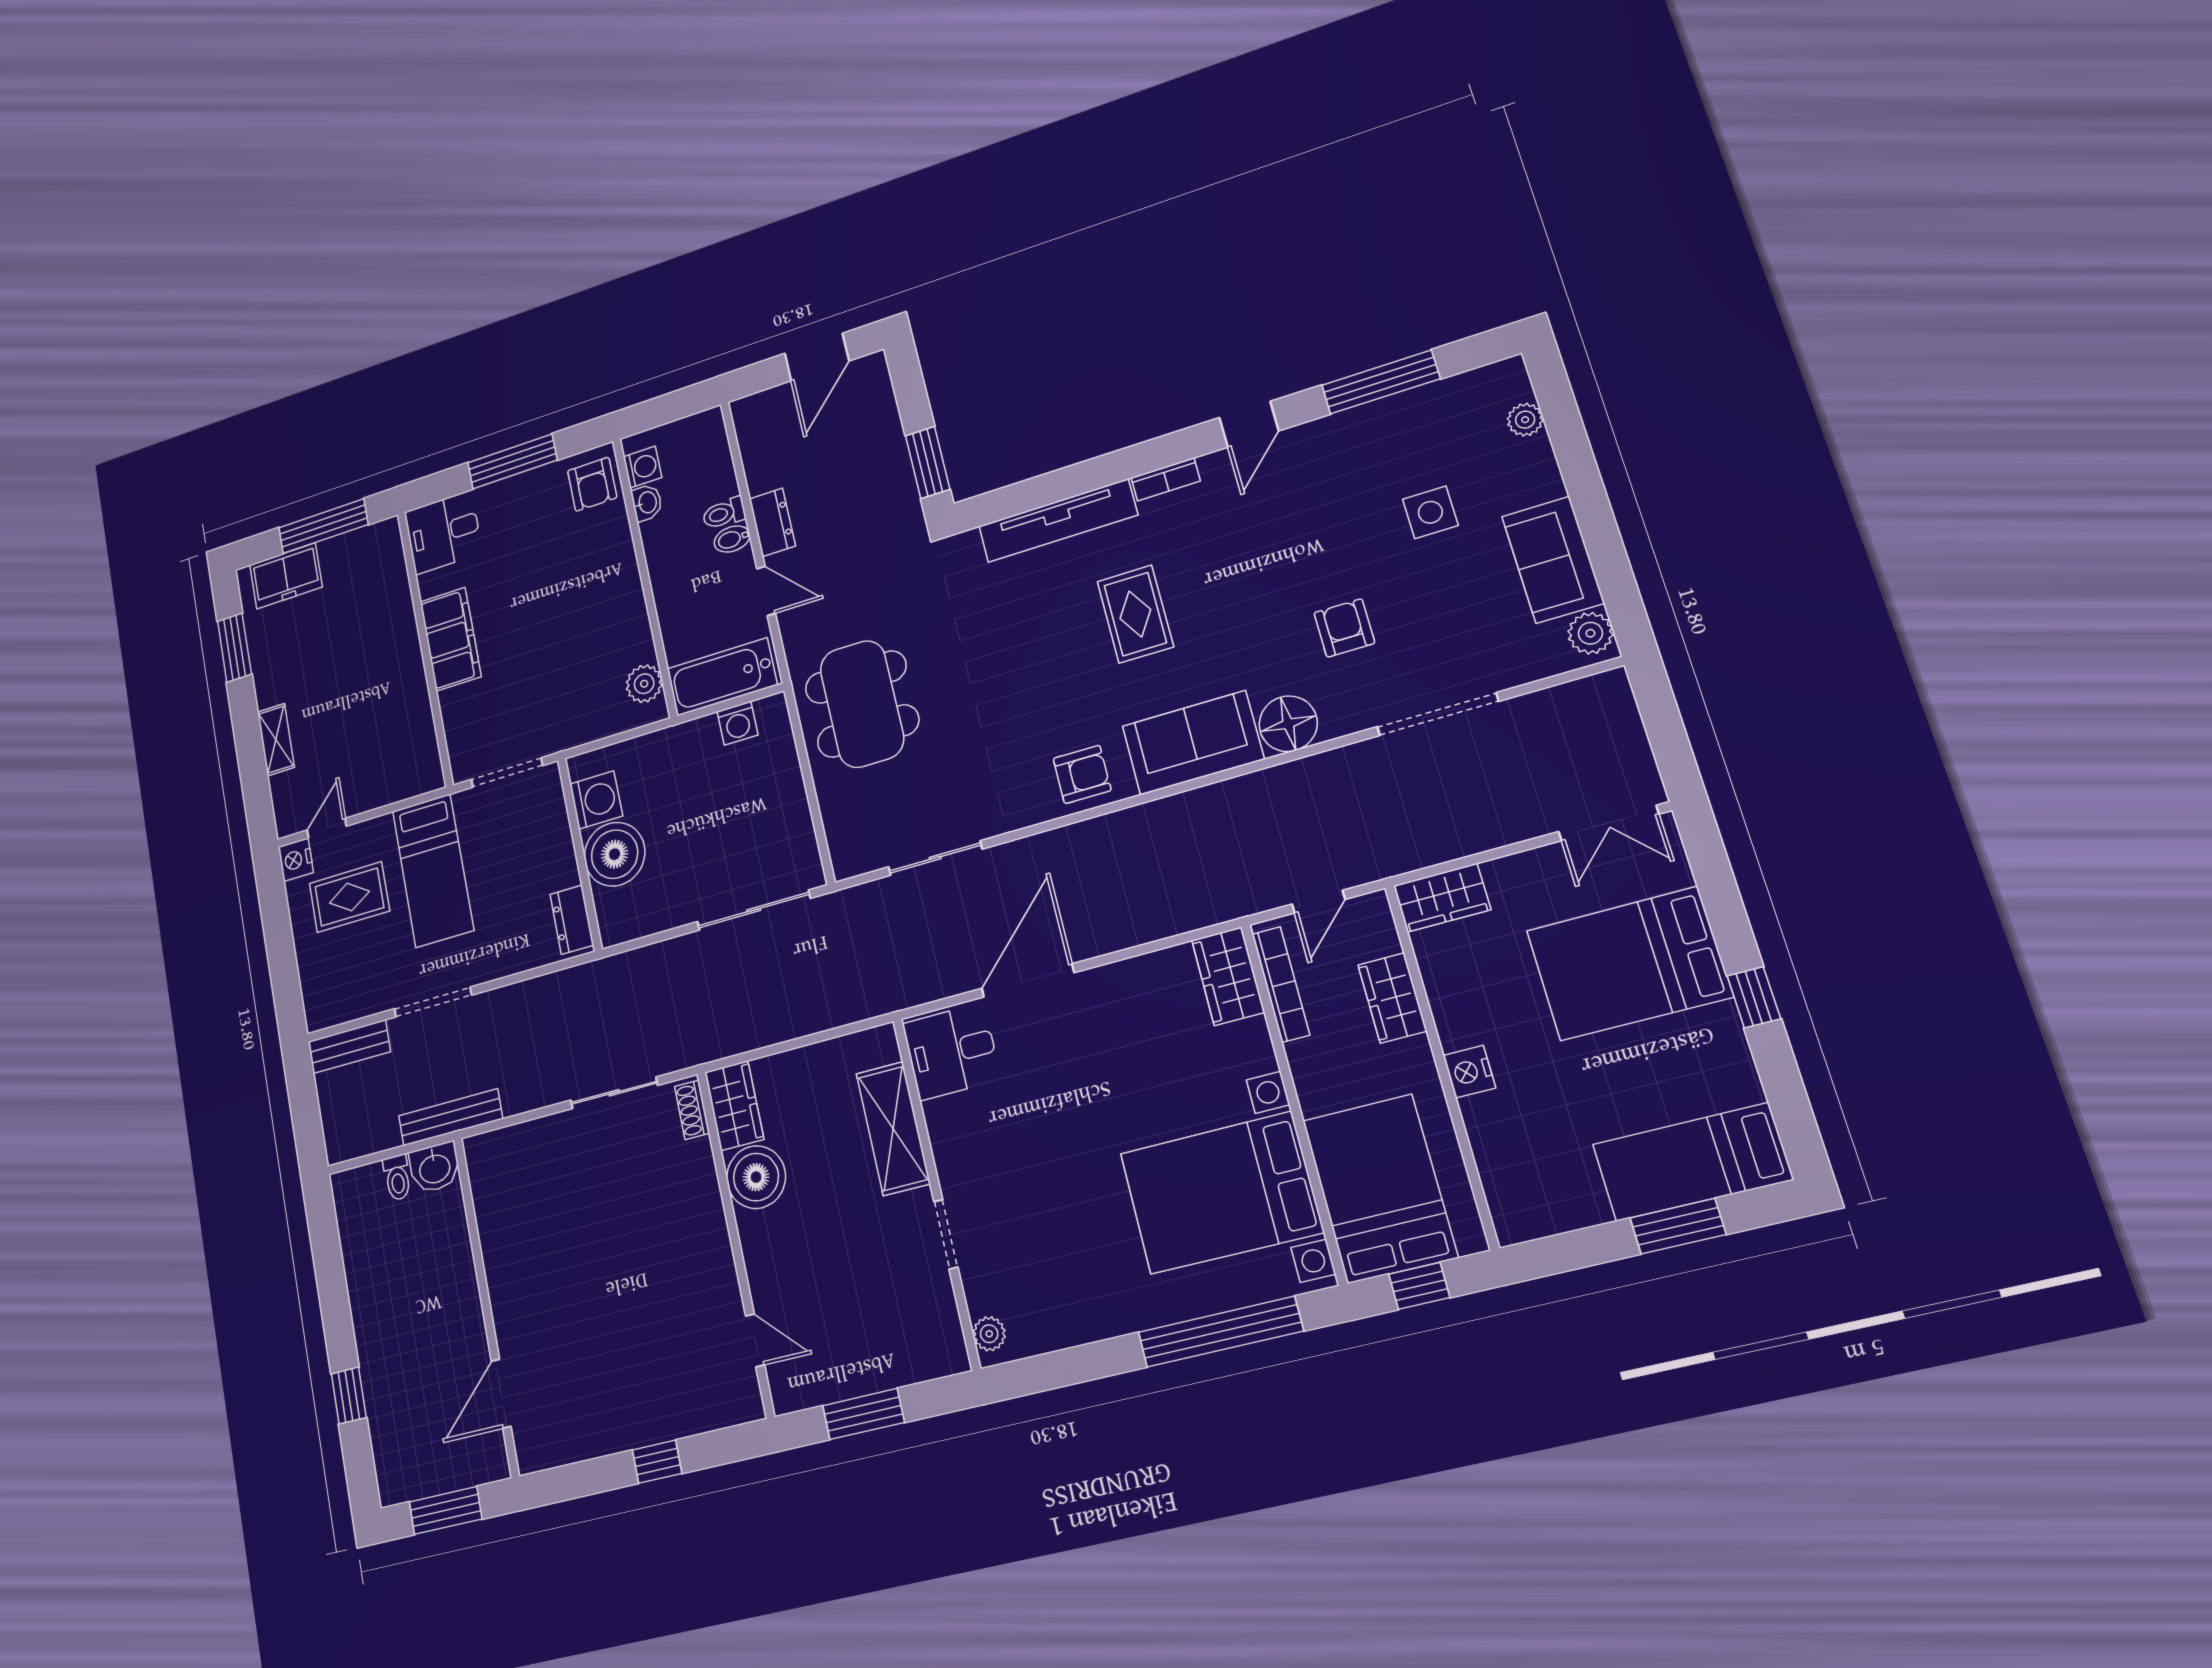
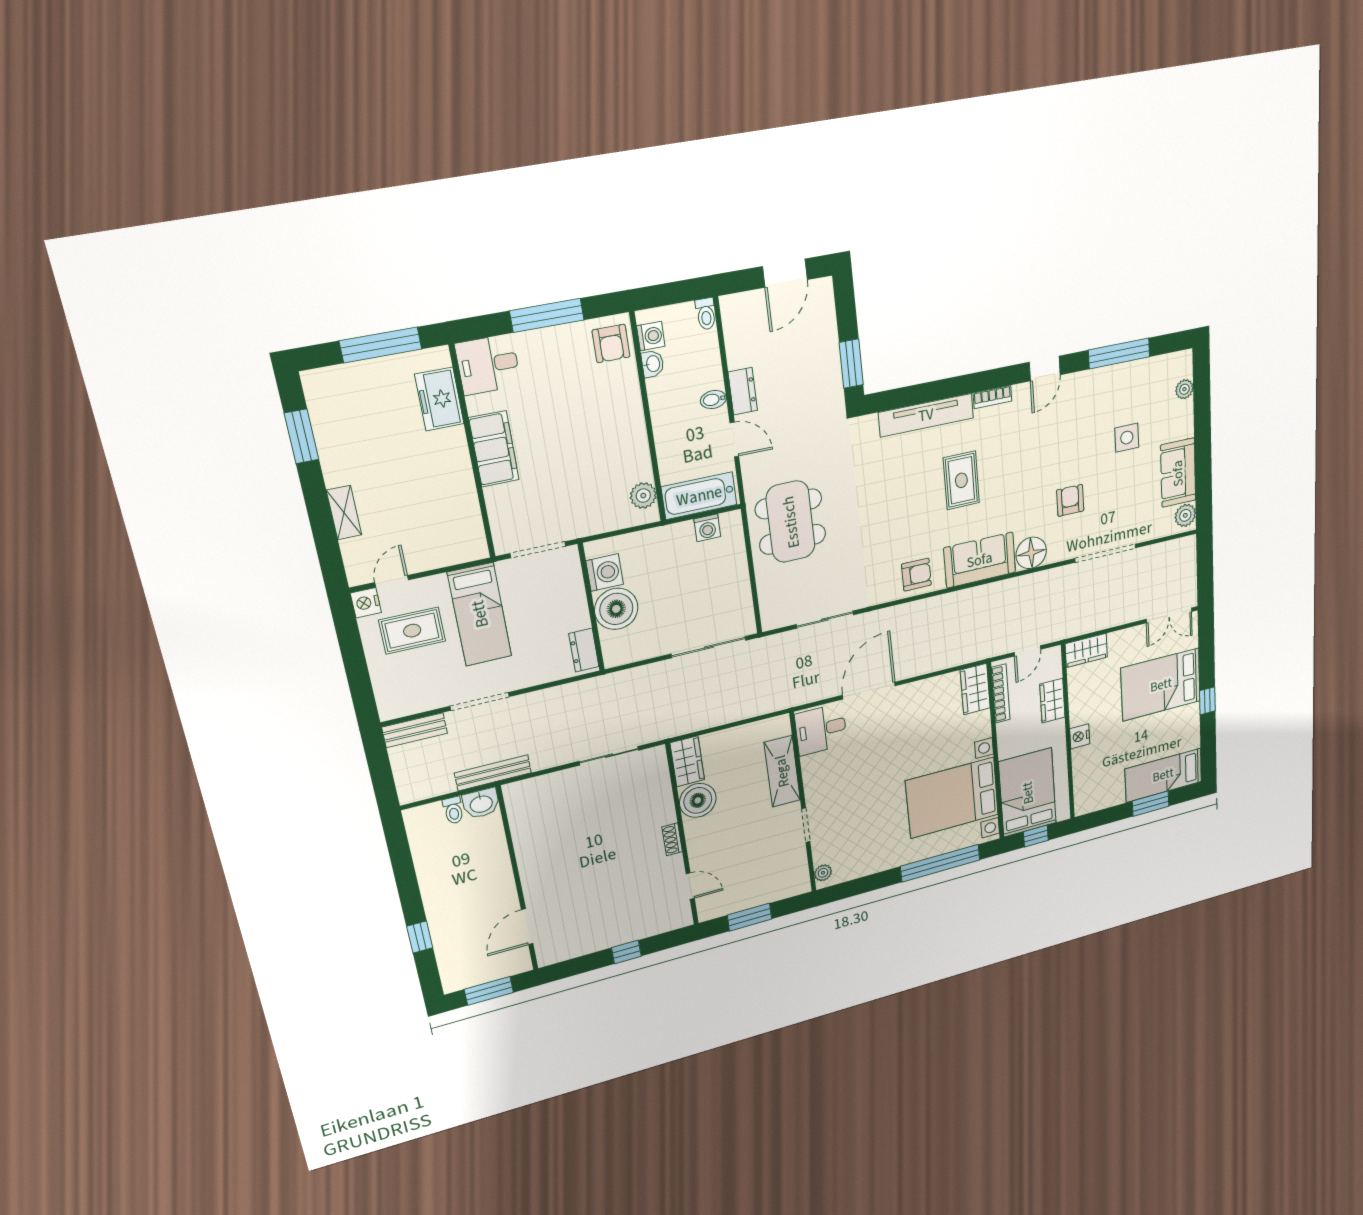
toilet: (724, 513) -> (706, 314), moved, turned -90
freezer: (286, 576) -> (439, 399), moved, turned 90
shoe rack: (692, 1110) -> (672, 839), moved

